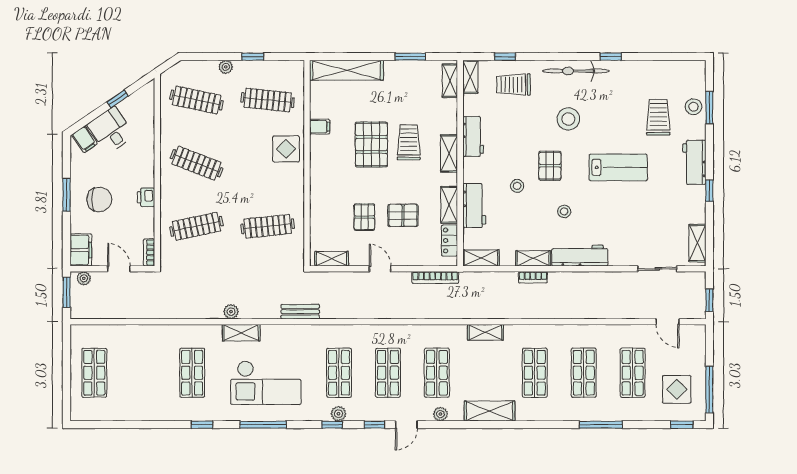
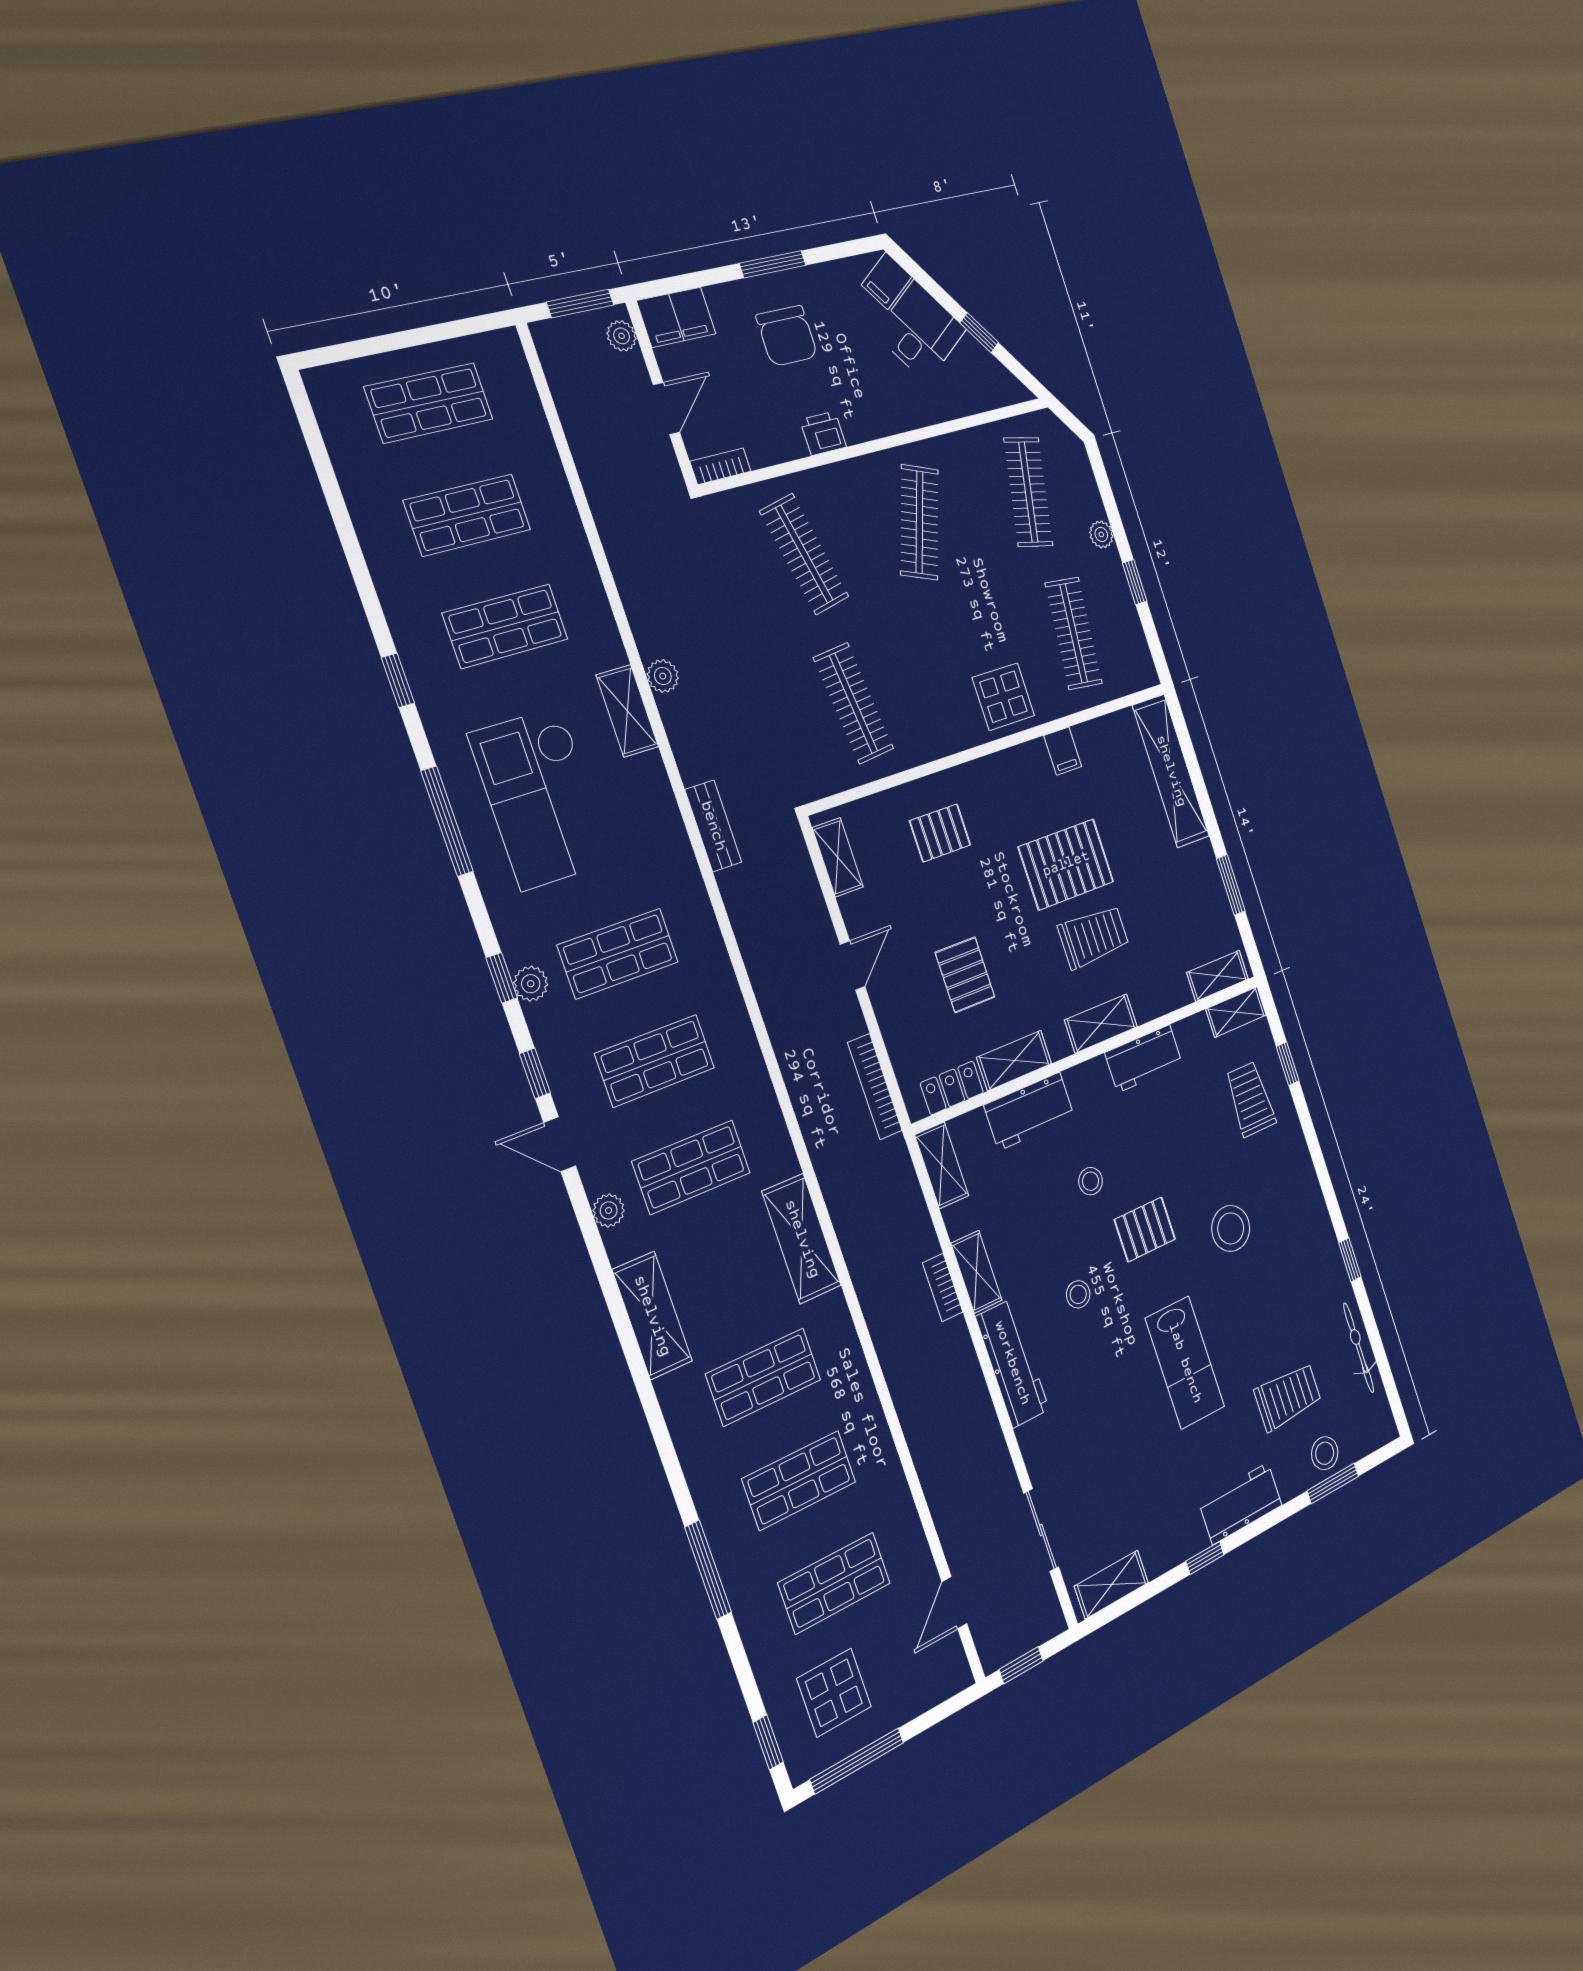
bicycle: (576, 71) -> (1359, 1348), moved, width x0.73, depth x0.71
pallet: (364, 217) -> (940, 833), moved
shelving: (485, 332) -> (802, 1239), width x1.50, depth x1.33
shop shelf: (143, 373) -> (467, 515), added

